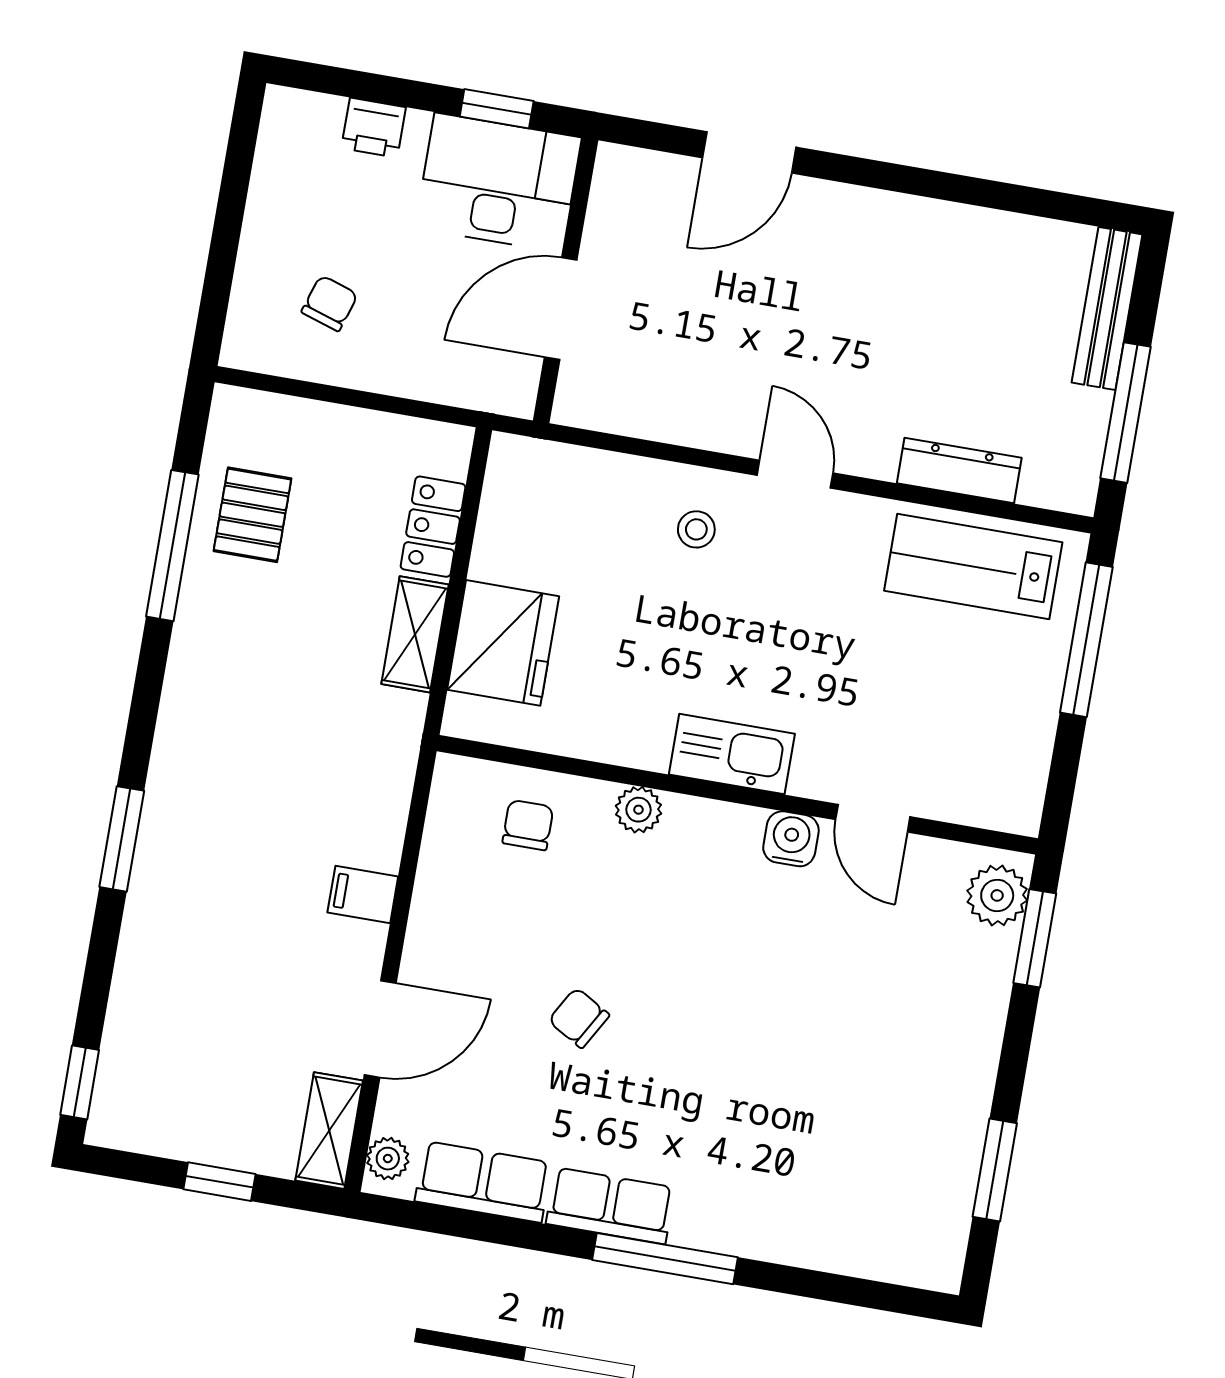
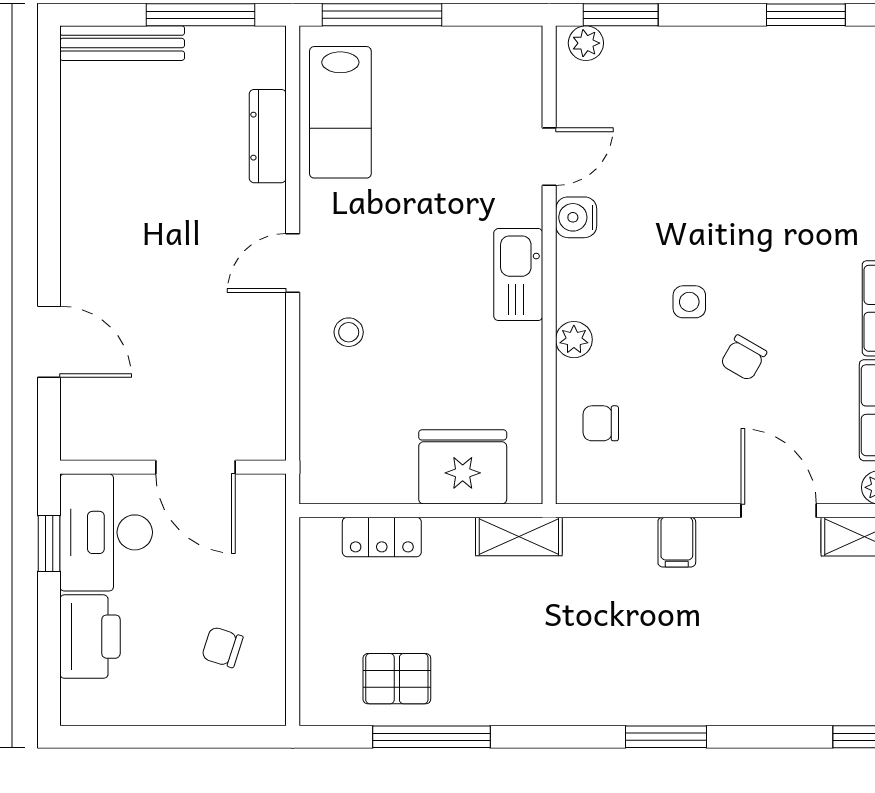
printer: (374, 128) -> (90, 637), width x1.87, depth x1.48
shelving: (415, 634) -> (519, 537), moved
plant: (997, 895) -> (586, 43), width x0.73, depth x0.73
side table: (661, 962) -> (689, 302), added

